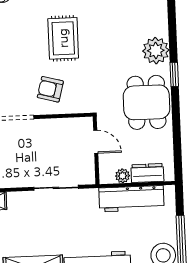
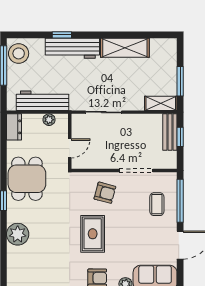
plant: (156, 51) -> (18, 234), moved
door: (96, 142) -> (70, 148), swing flipped
dresser: (147, 173) -> (14, 127), moved, turned -90

